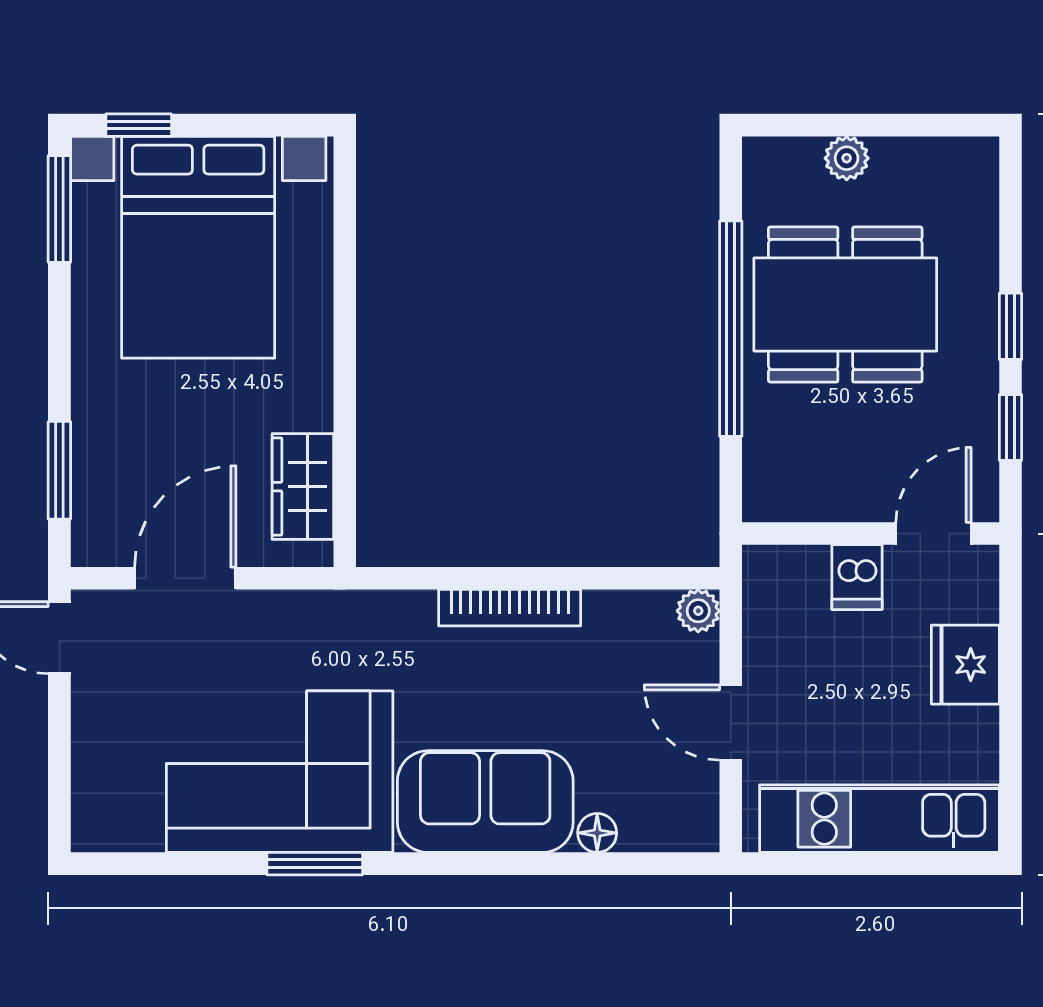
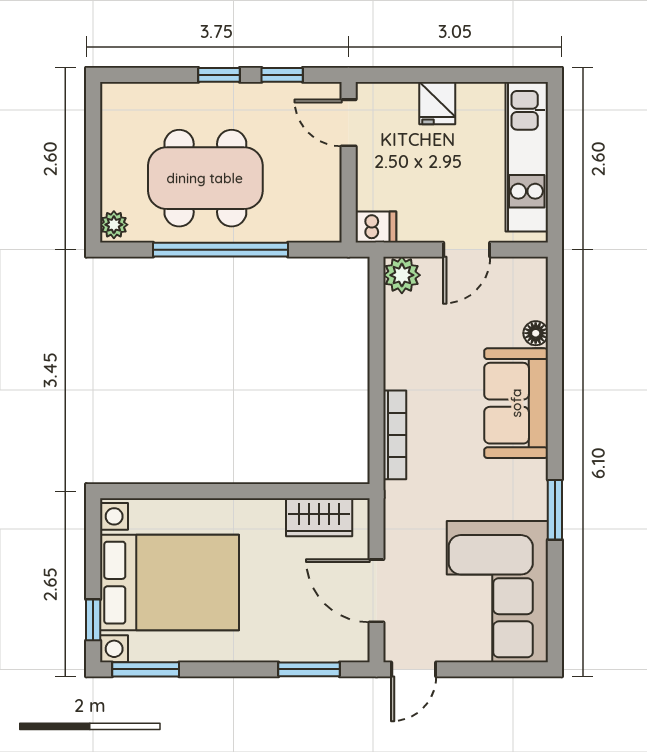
plant: (847, 158) -> (114, 225), moved
dining table: (845, 305) -> (205, 178), turned 90
dishwasher: (857, 577) -> (376, 227), moved
bookcase: (510, 608) -> (395, 435), moved
plant: (698, 611) -> (402, 275), width x1.38, depth x1.38
fridge: (965, 665) -> (437, 103), width x0.72
corner sofa: (280, 772) -> (497, 592), moved

